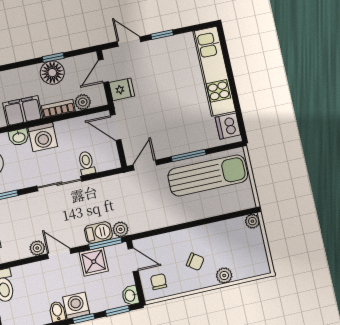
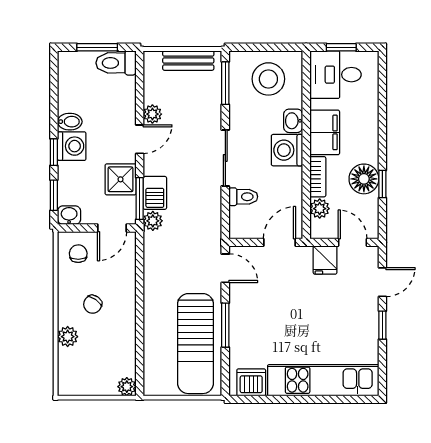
chair: (159, 282) -> (78, 254), turned -92

